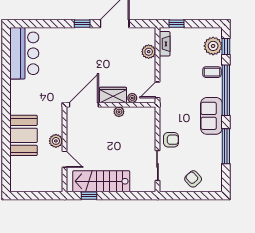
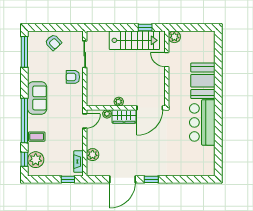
bar counter: (24, 53) -> (202, 122), moved
plant: (56, 141) -> (174, 37), moved
window: (226, 146) -> (24, 52), moved

